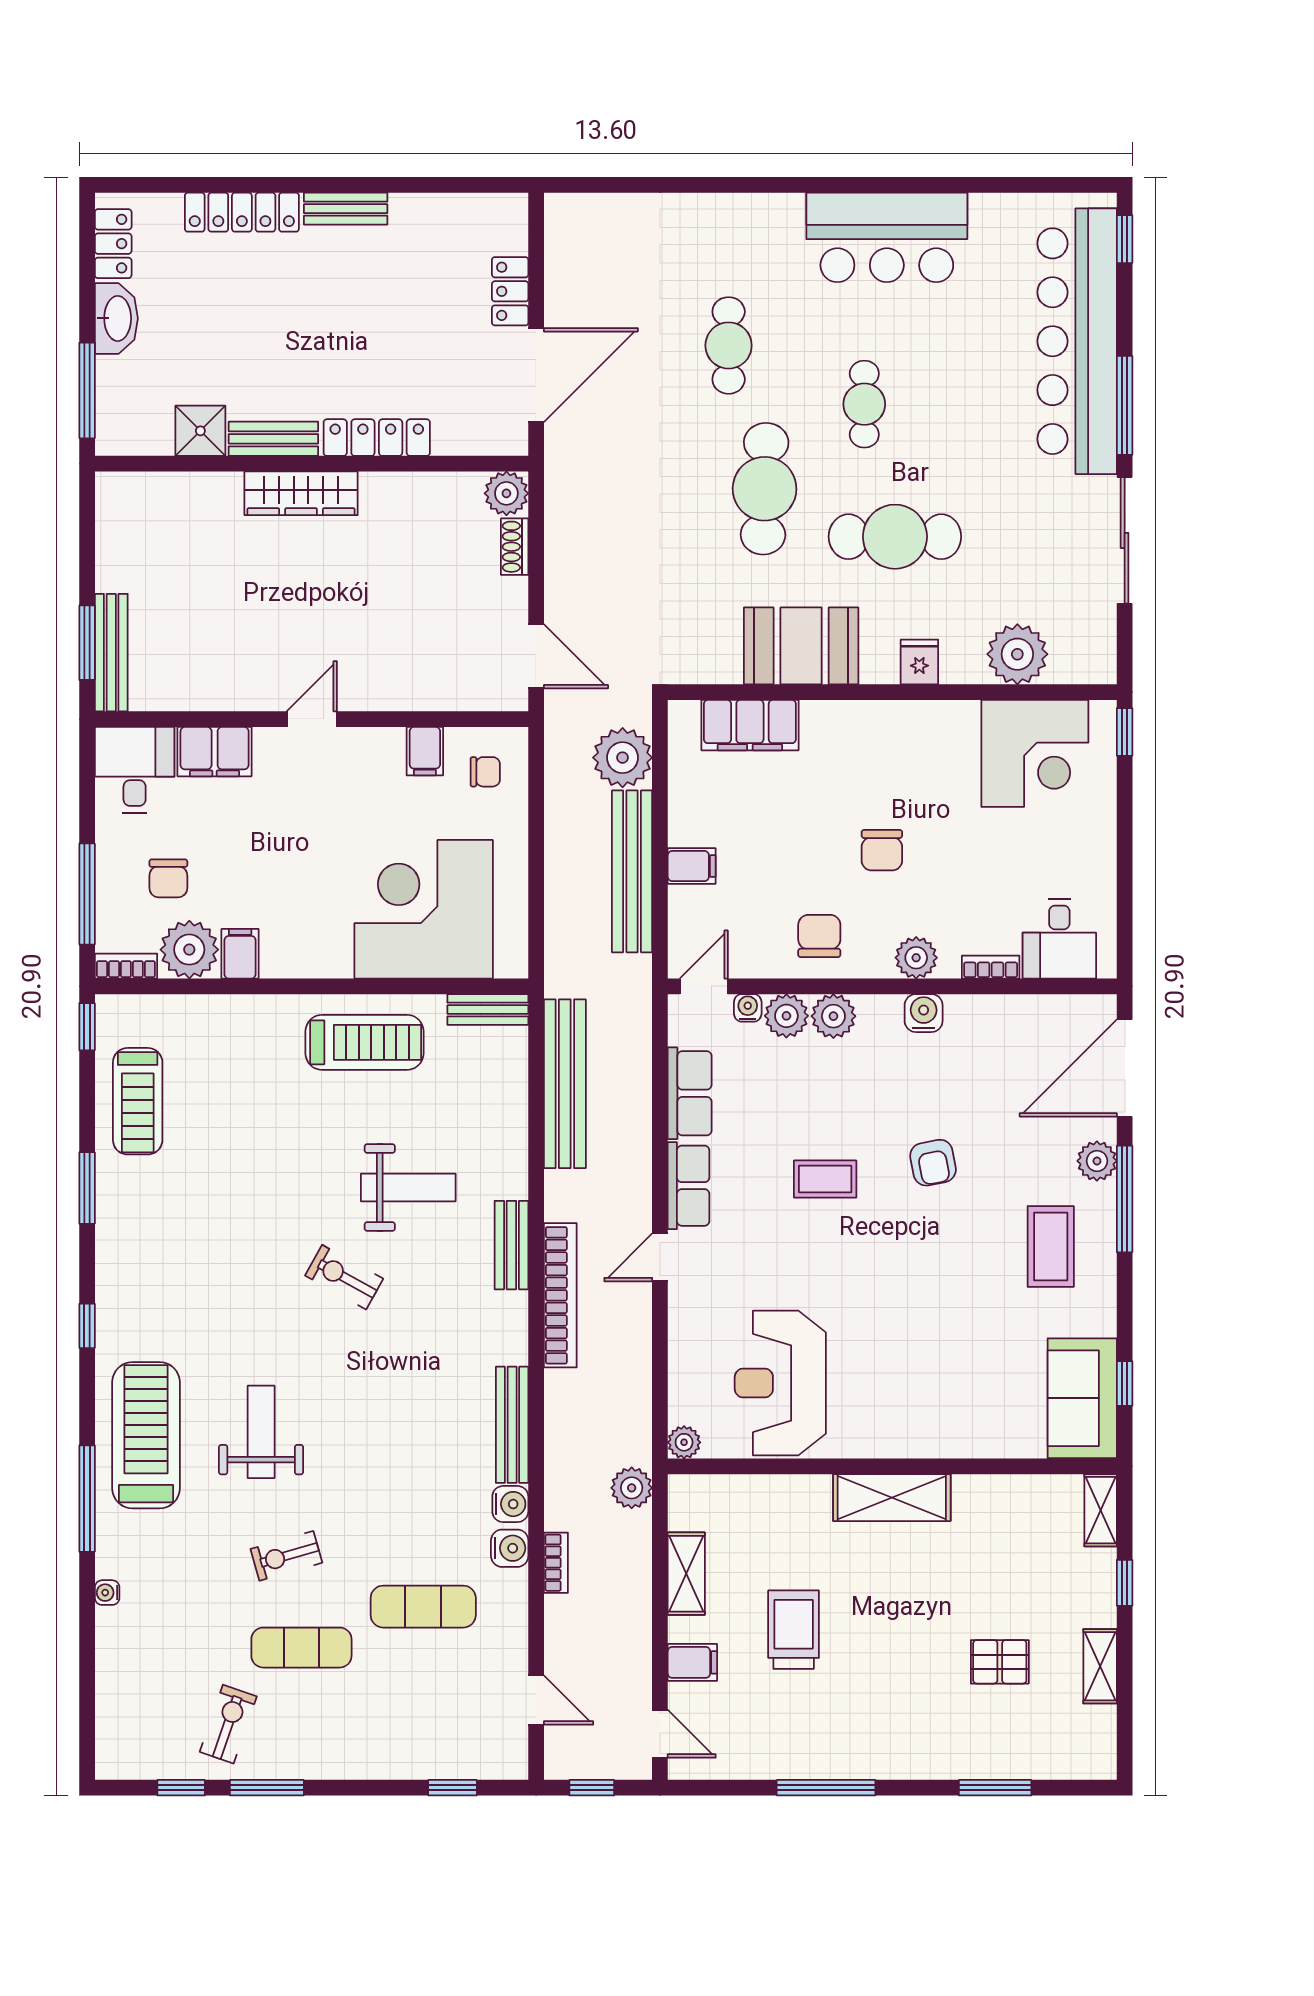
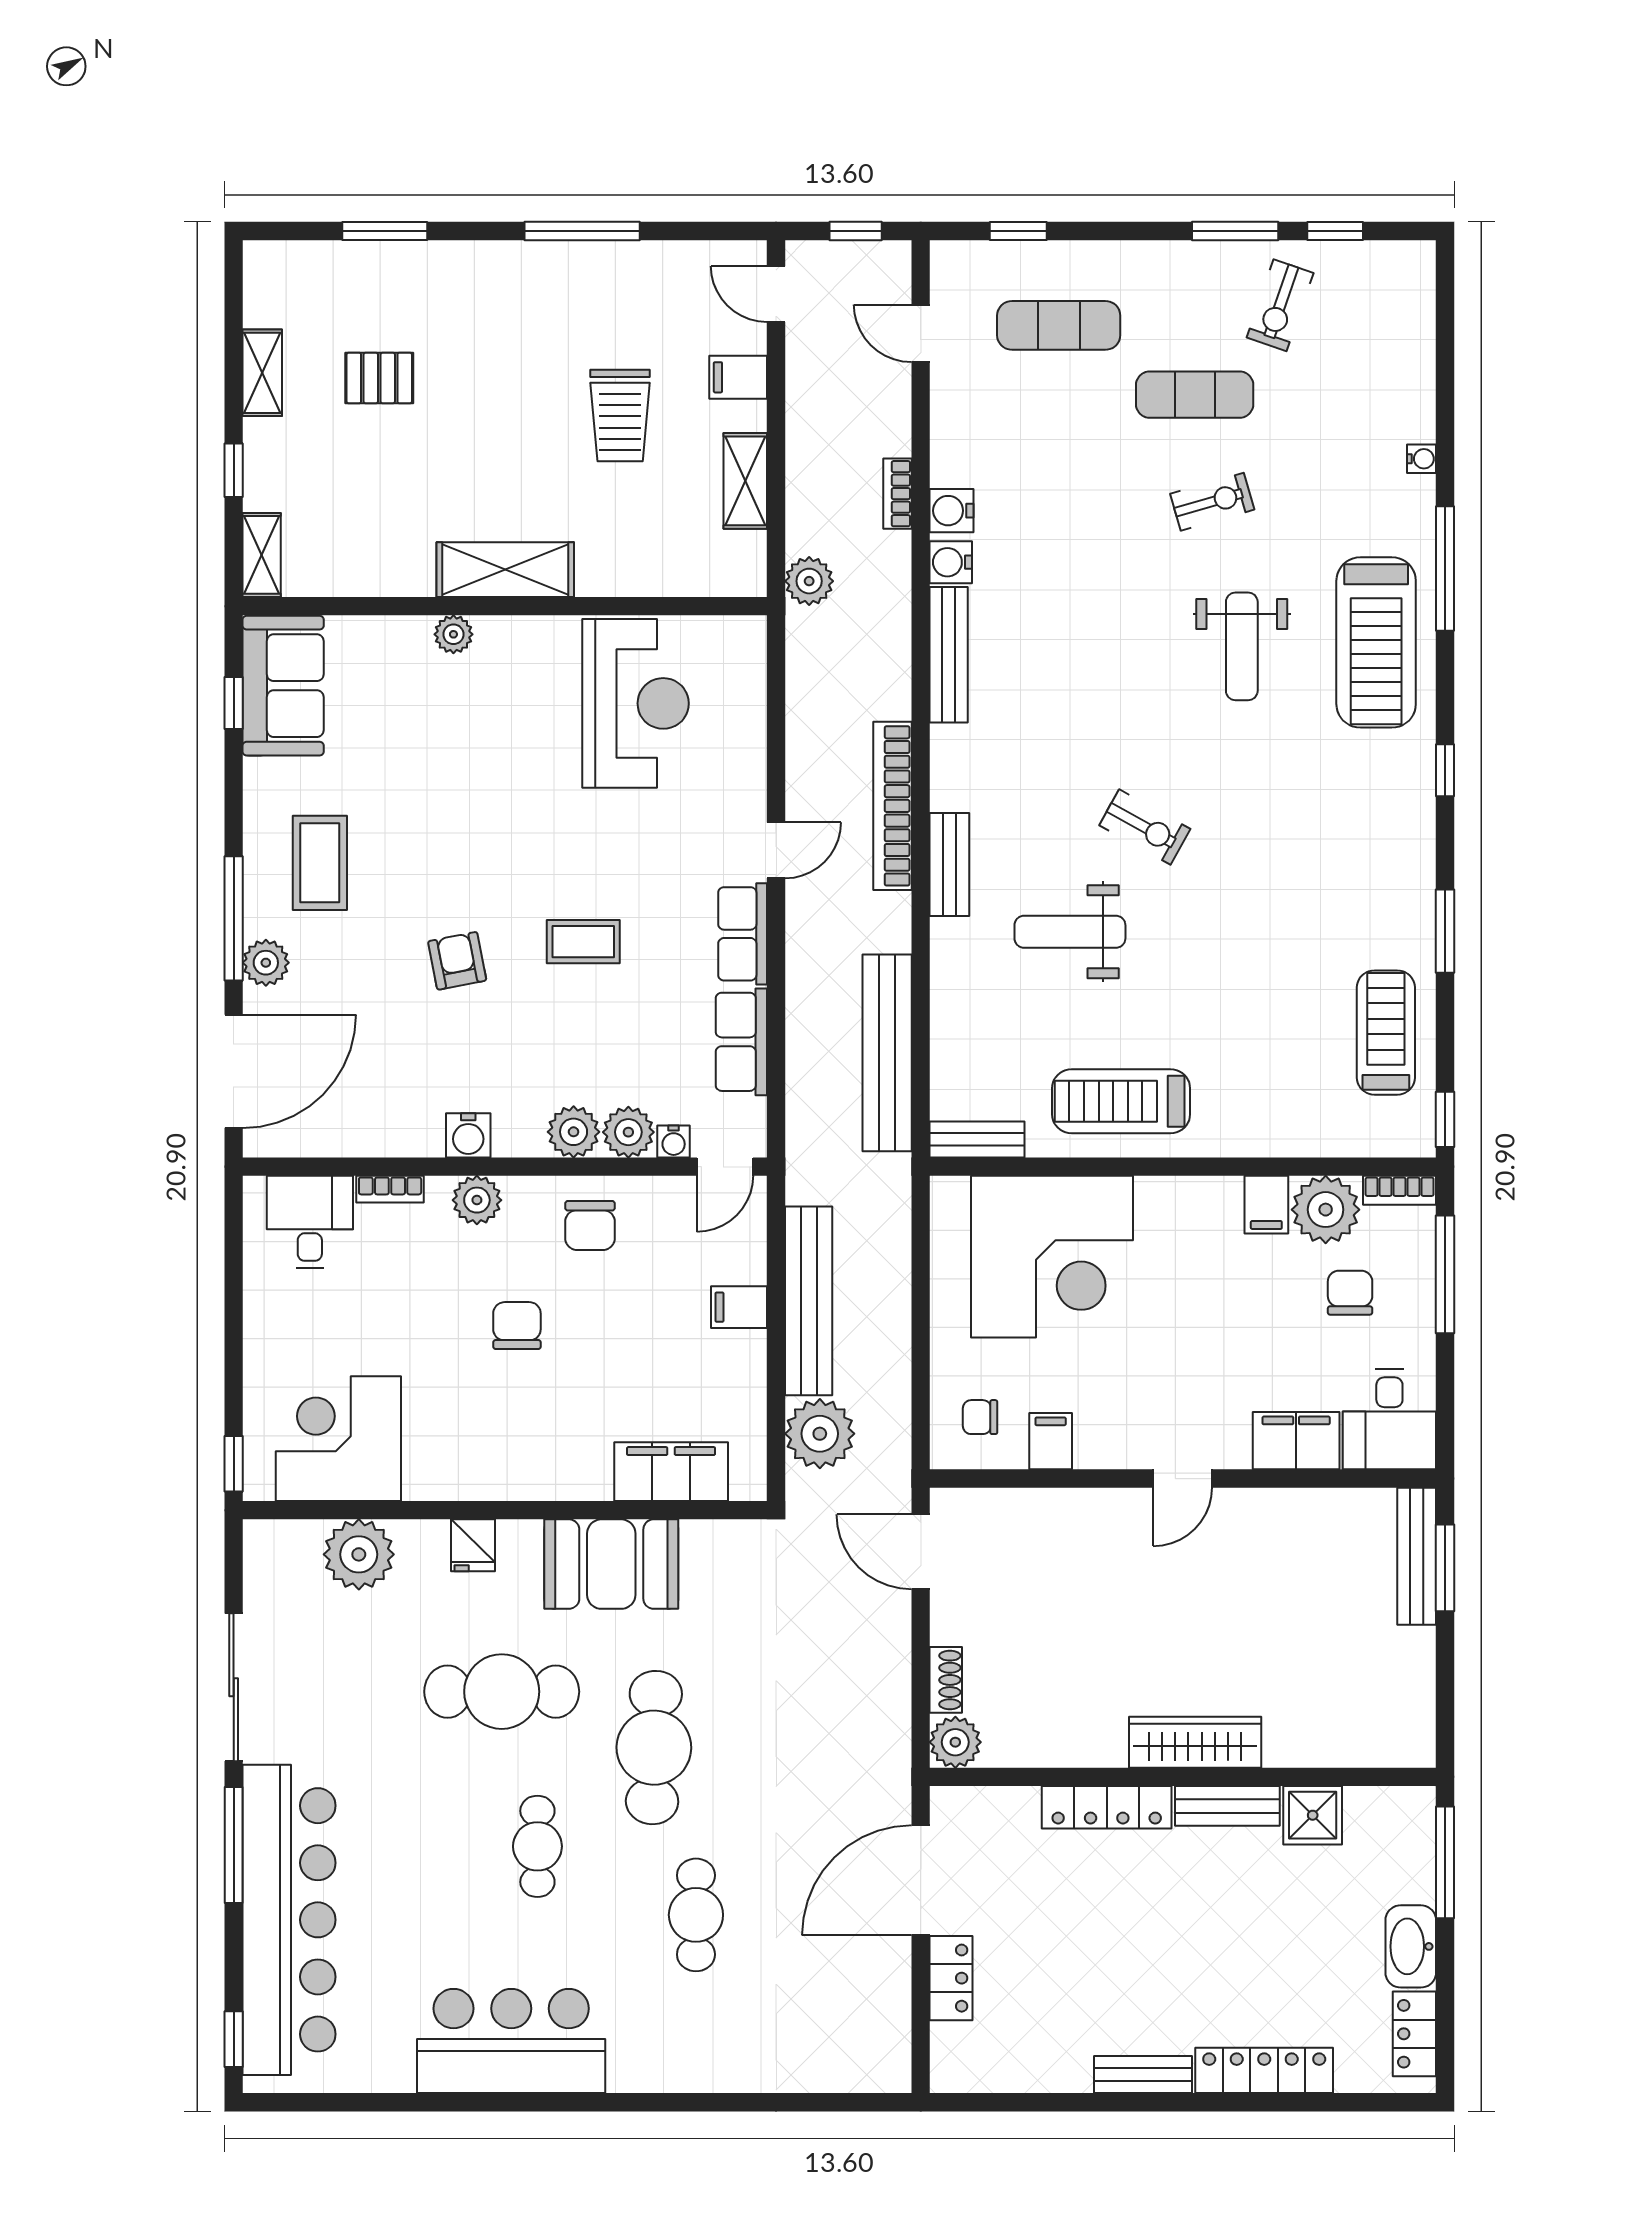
plant: (684, 1442) -> (453, 634), moved
exercise mat: (423, 1607) -> (1059, 325), moved

